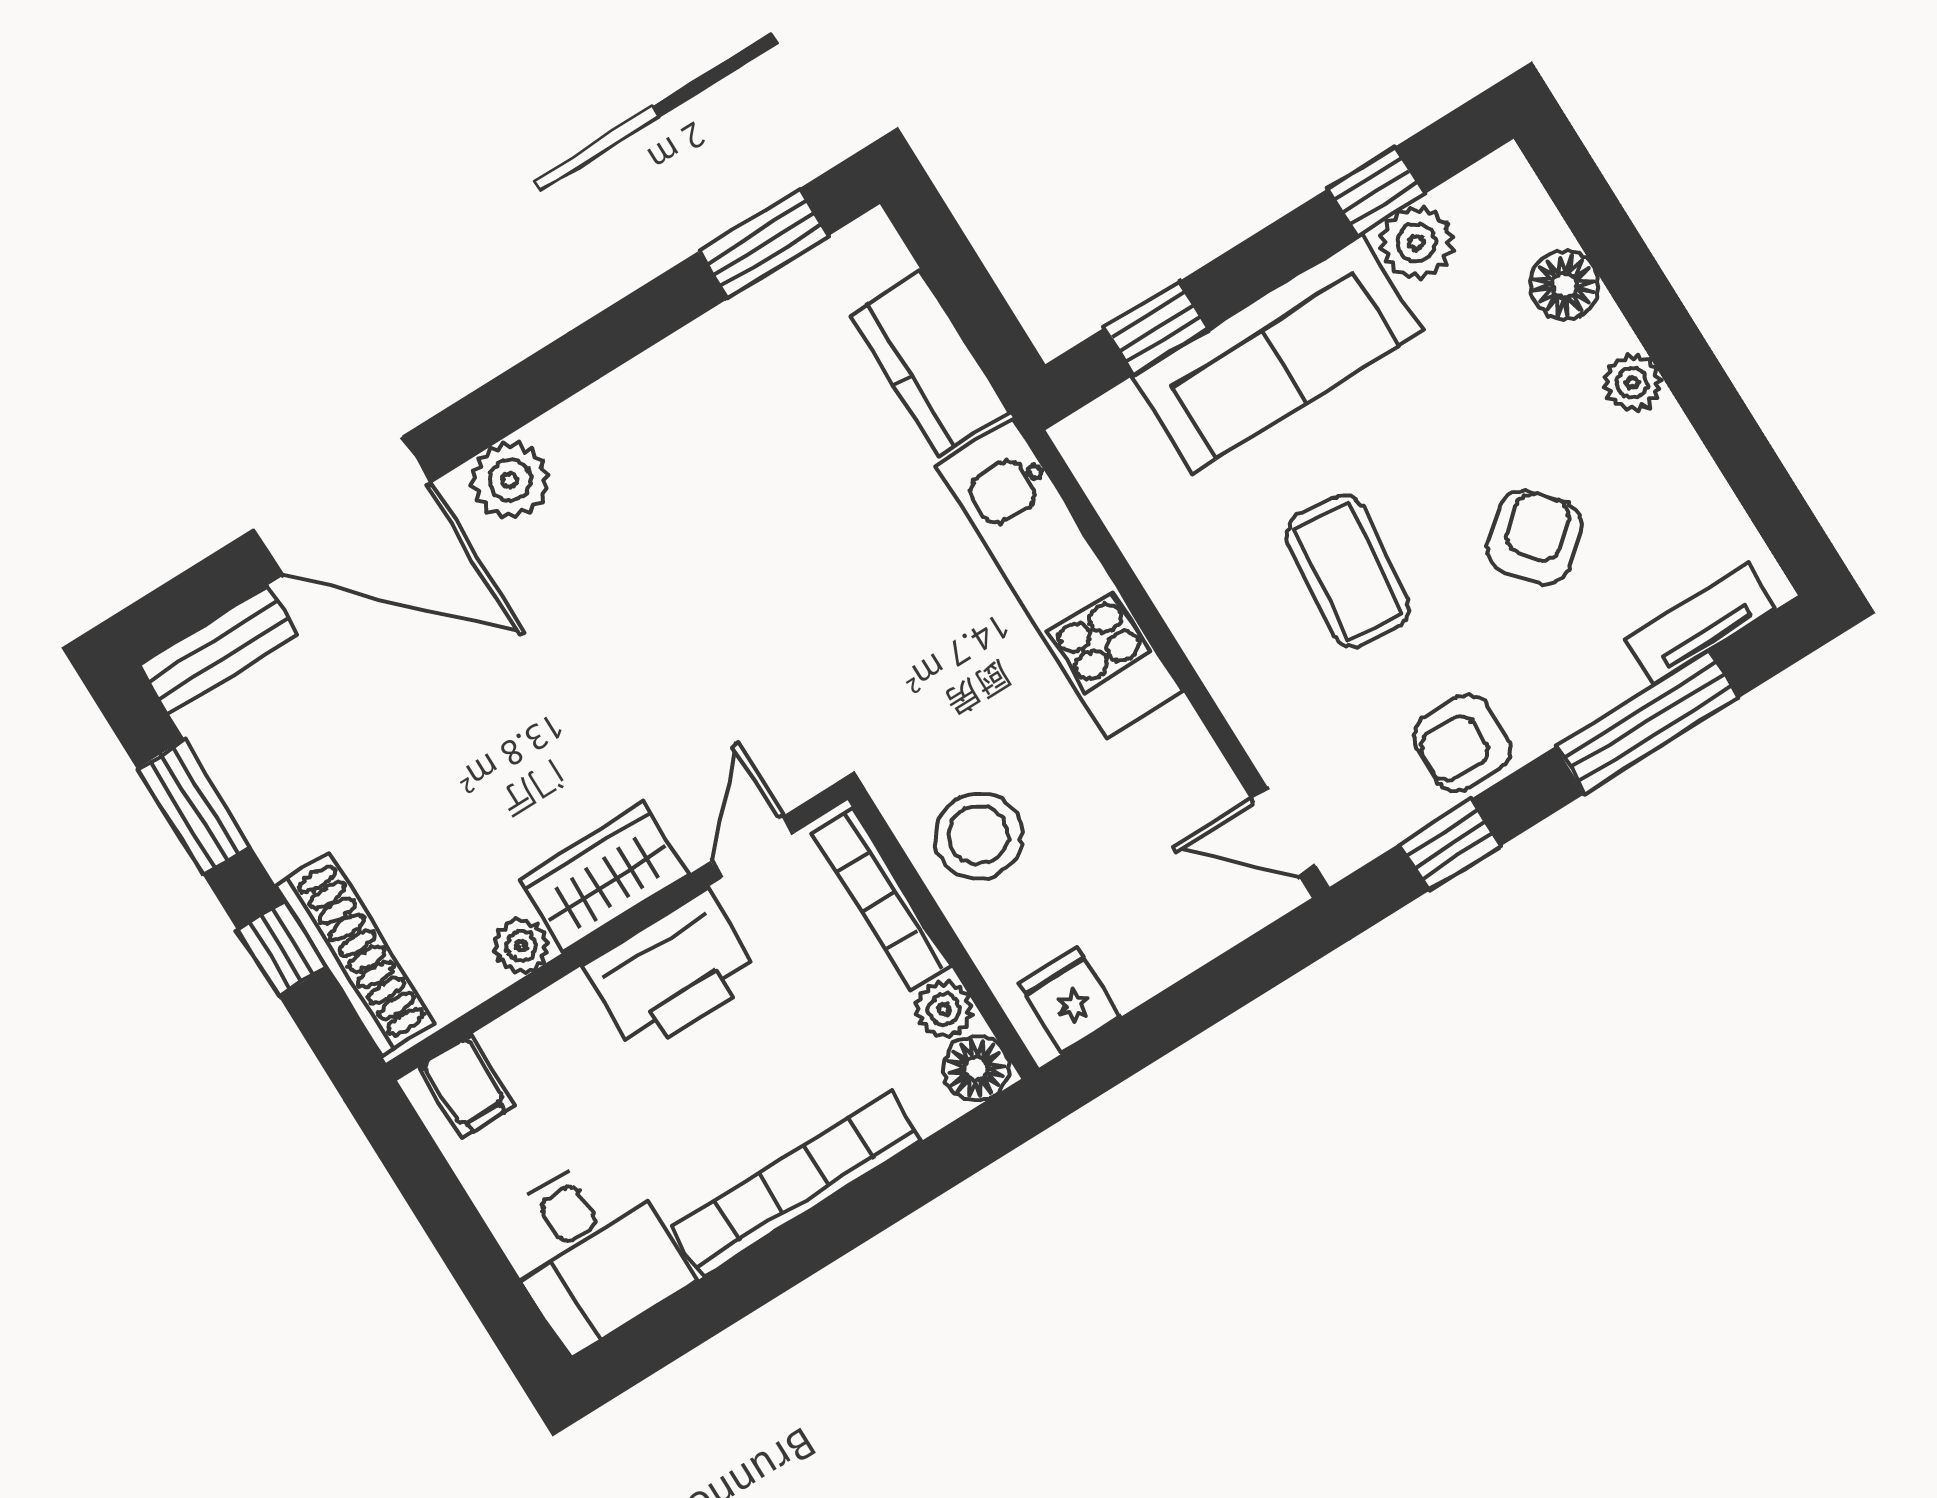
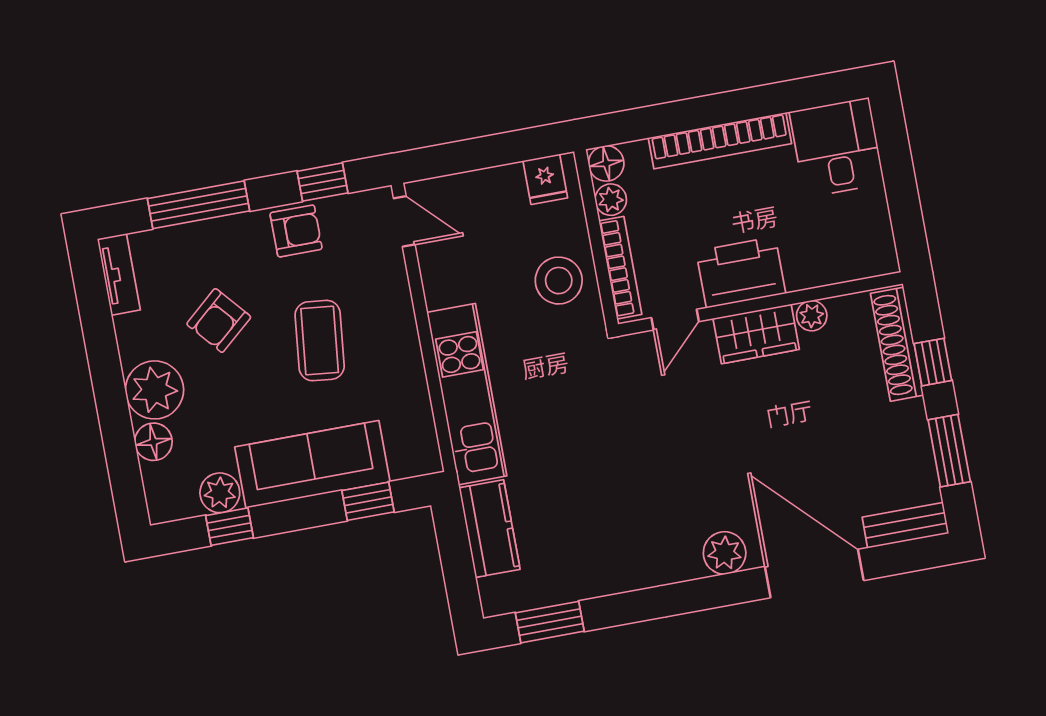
plant: (1632, 383) -> (154, 390), width x1.87, depth x1.87
tv unit: (1700, 624) -> (119, 274), moved, turned -90
filing cabinet: (466, 1087) -> (867, 256), removed

